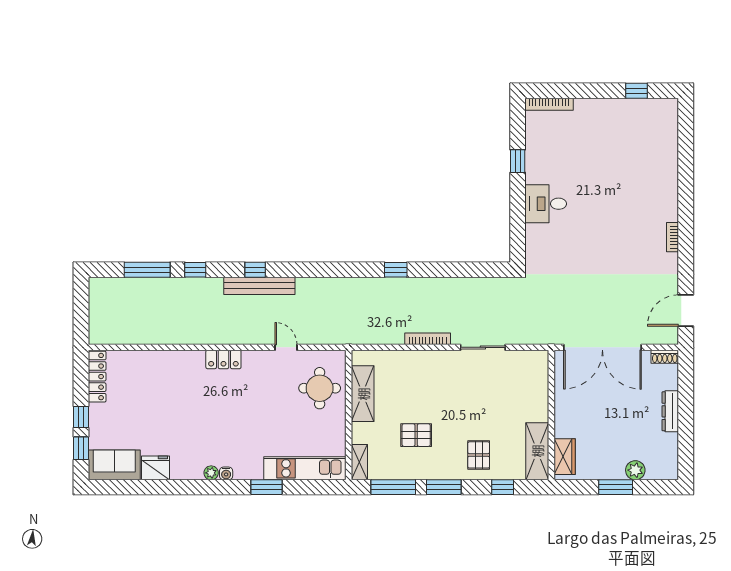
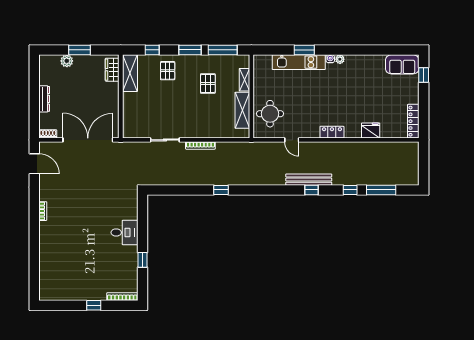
window: (636, 91) -> (94, 305), moved
door: (686, 310) -> (34, 164), hinge flipped
window: (81, 417) -> (424, 95), removed
pallet: (416, 435) -> (208, 84), turned 90
shelving: (359, 462) -> (244, 80), moved
fridge: (156, 468) -> (371, 130), moved, turned 180
kitchen unit: (305, 468) -> (299, 62), moved

